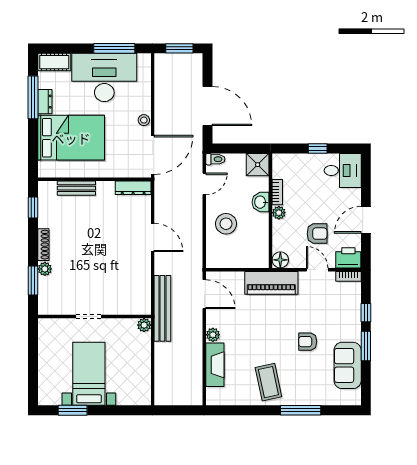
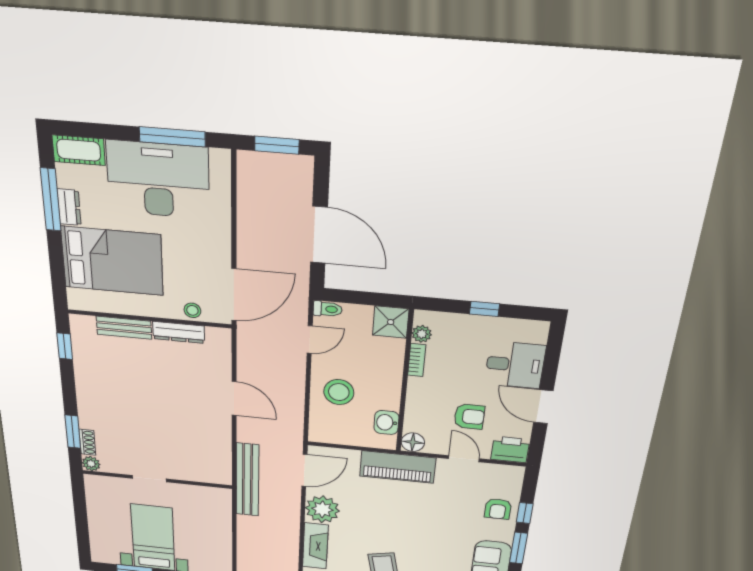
stool: (144, 120) -> (192, 310), moved
desk: (343, 170) -> (515, 365), moved
dresser: (133, 188) -> (179, 332), moved
washbasin: (261, 202) -> (386, 422), moved
plant: (279, 213) -> (422, 334), moved
door: (366, 220) -> (543, 407), hinge flipped
shoe rack: (43, 245) -> (87, 442), moved, width x0.70
plant: (45, 269) -> (91, 464), moved
bookcase: (349, 276) -> (507, 471), removed
door: (204, 294) -> (304, 470), hinge flipped
plant: (144, 325) -> (223, 495), removed
plant: (213, 335) -> (322, 509), width x1.87, depth x1.87
armchair: (308, 342) -> (498, 509), moved, turned -90

